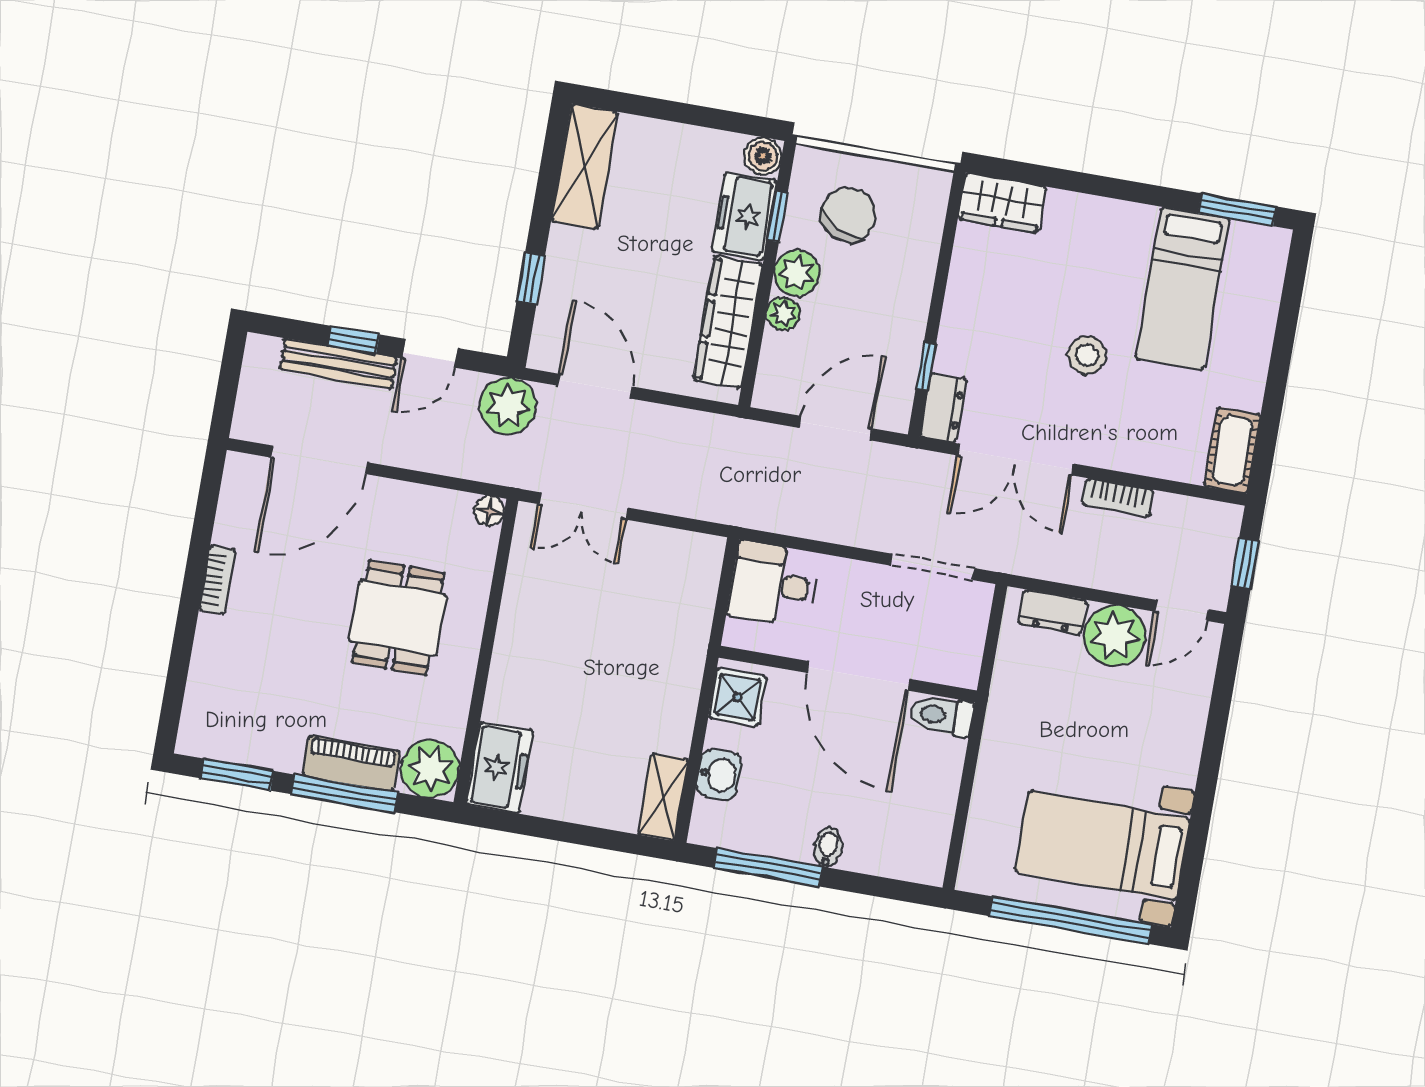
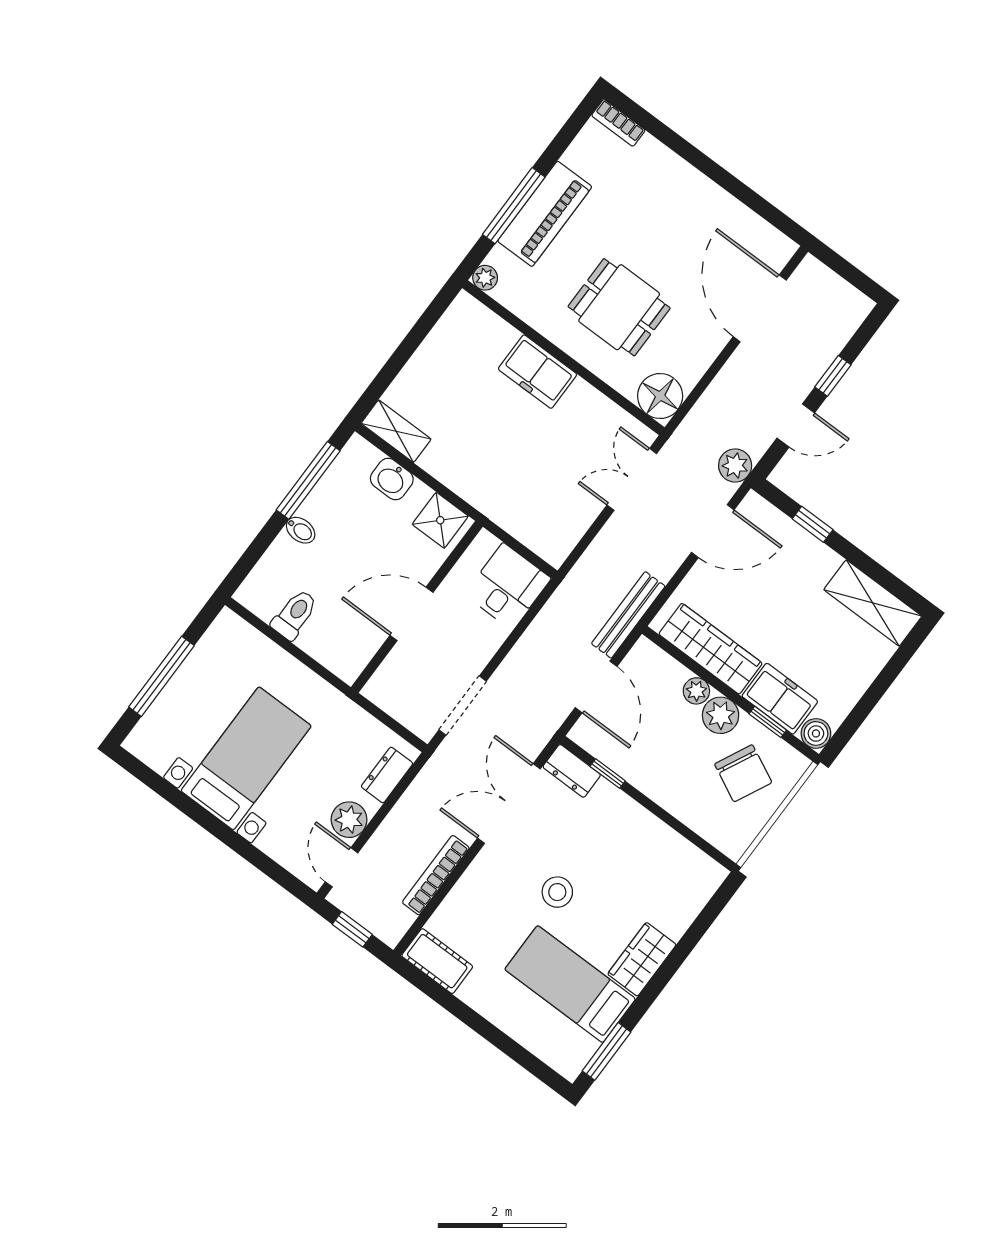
wardrobe: (1002, 203) -> (642, 959), moved
door: (430, 353) -> (796, 425), swing flipped
bench: (338, 364) -> (628, 615), moved
plant: (508, 406) -> (735, 466), width x0.73, depth x0.73
bookcase: (1118, 497) -> (436, 875), width x1.56
floor lamp: (489, 511) -> (660, 396), width x1.89, depth x1.89
bookcase: (217, 580) -> (618, 123), moved
plant: (1115, 636) -> (349, 820), width x0.73, depth x0.73
door: (859, 676) -> (412, 614), width x0.73
toilet: (942, 715) -> (295, 615), moved
piano: (351, 763) -> (545, 214), width x1.37, depth x1.33
freezer: (500, 768) -> (538, 372), moved
plant: (430, 769) -> (485, 278), width x0.53, depth x0.53
window: (237, 775) -> (566, 136), removed
bed with nightstands: (1102, 845) -> (246, 758), moved
window: (1070, 920) -> (162, 676), width x0.68

